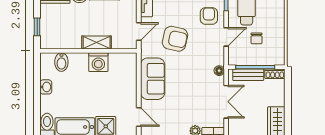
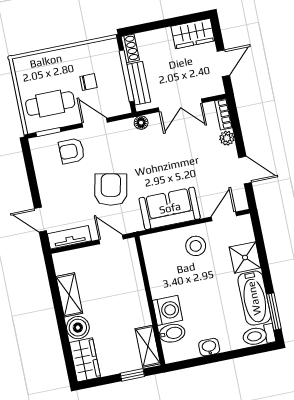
shelving: (97, 42) -> (148, 346), moved
washing machine: (98, 62) -> (168, 310), moved
stool: (121, 92) -> (196, 246), added
double door: (226, 102) -> (180, 105), swing flipped

